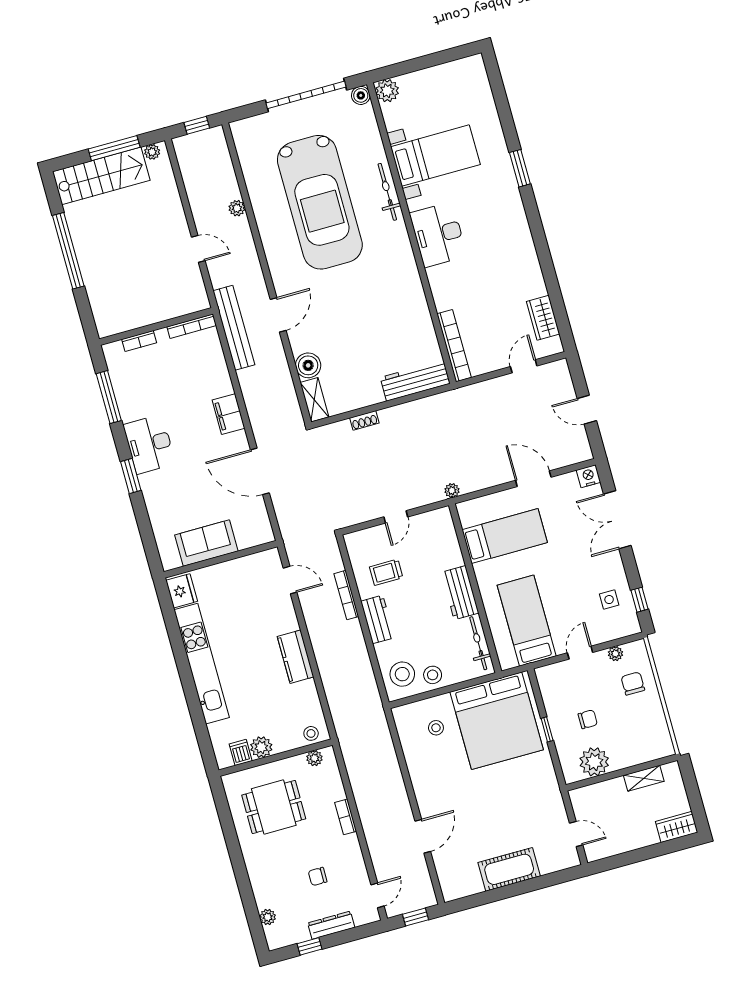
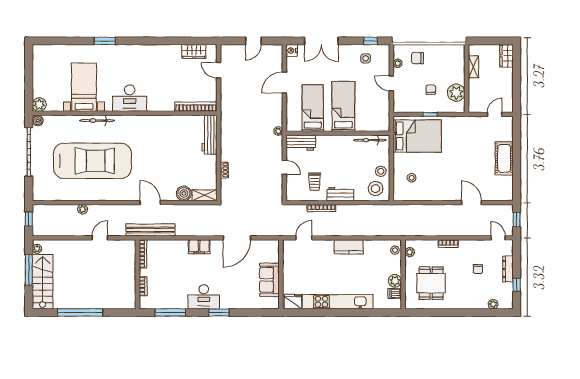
workbench: (460, 593) -> (301, 143), moved
bed: (527, 621) -> (343, 106), moved, turned 90
bed: (497, 721) -> (417, 136), width x0.73

